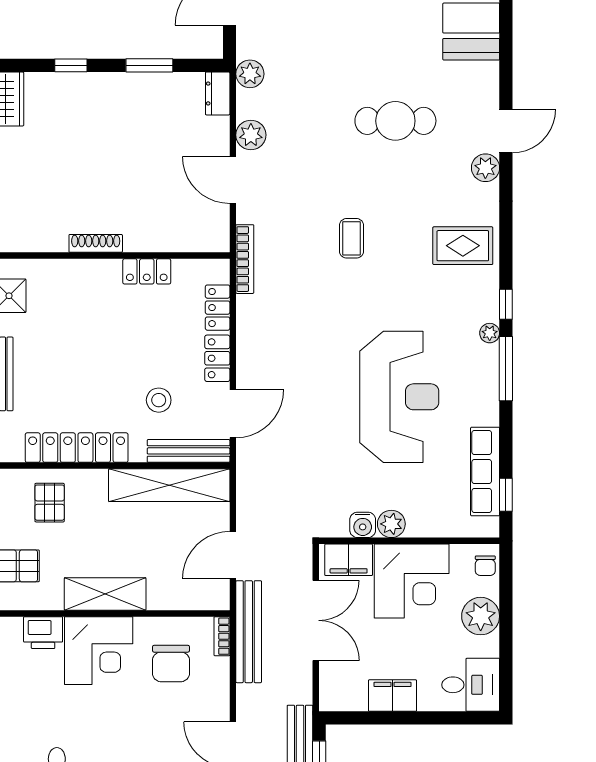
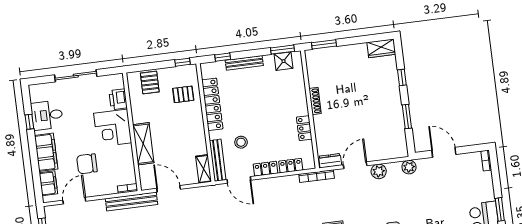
dresser: (218, 93) -> (330, 161), moved
shelving: (169, 485) -> (203, 169), width x0.45, depth x0.75
shelving: (105, 594) -> (143, 144), moved
chair: (171, 663) -> (87, 164), moved

